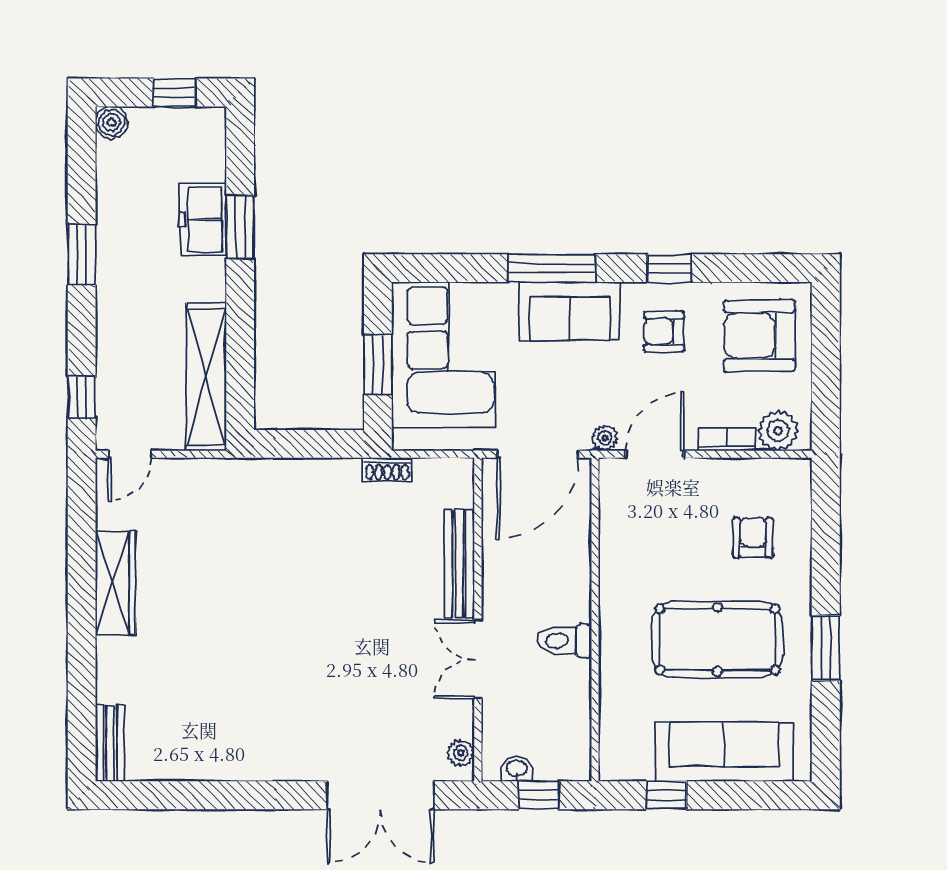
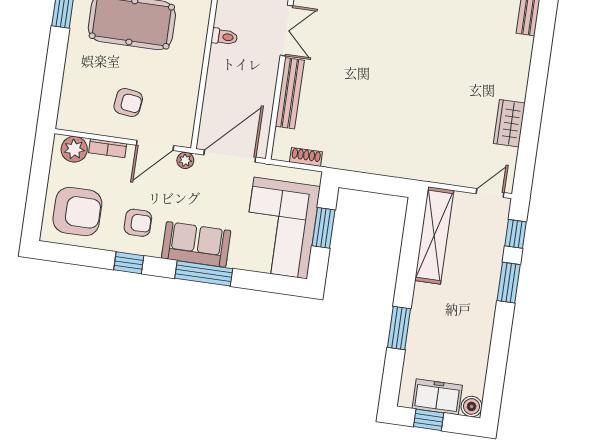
freezer: (203, 220) -> (437, 397), moved, turned -90
window: (82, 255) -> (509, 283), moved
shoe rack: (387, 469) -> (306, 157), moved
armchair: (753, 538) -> (128, 103), moved, turned -83
wardrobe: (116, 583) -> (509, 123), width x0.67
toilet: (564, 641) -> (224, 37), width x0.73, depth x0.72

